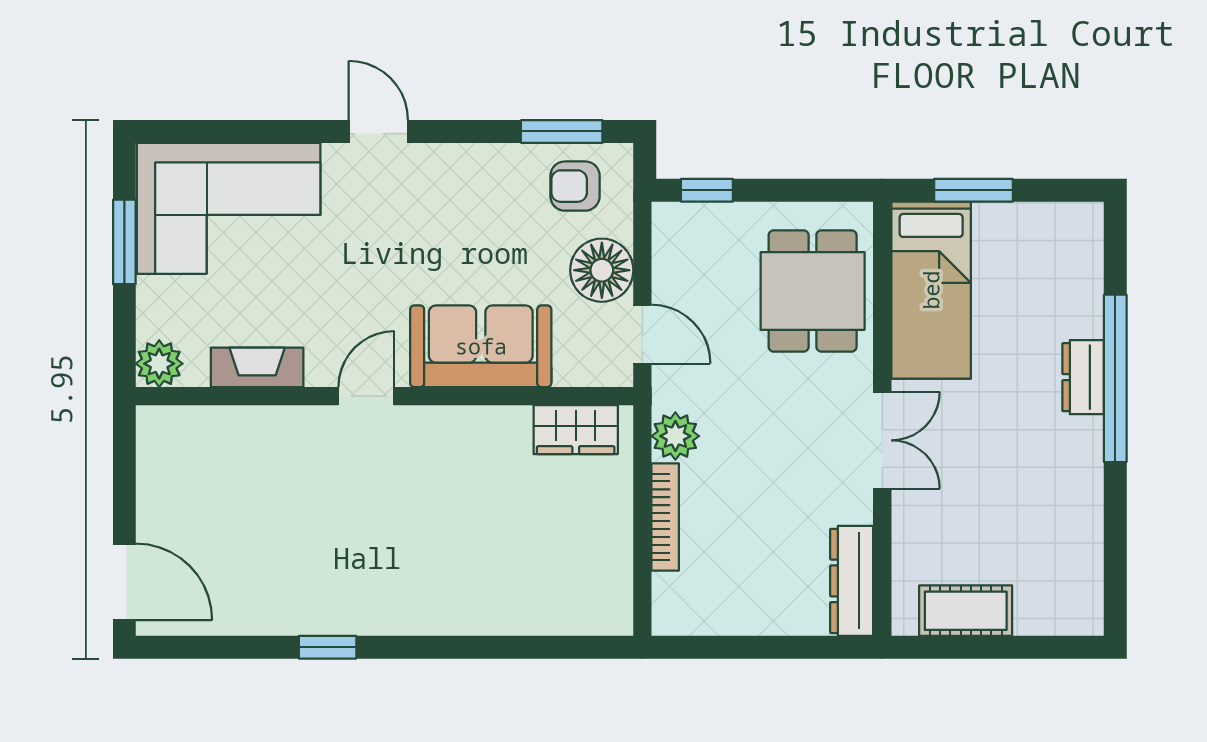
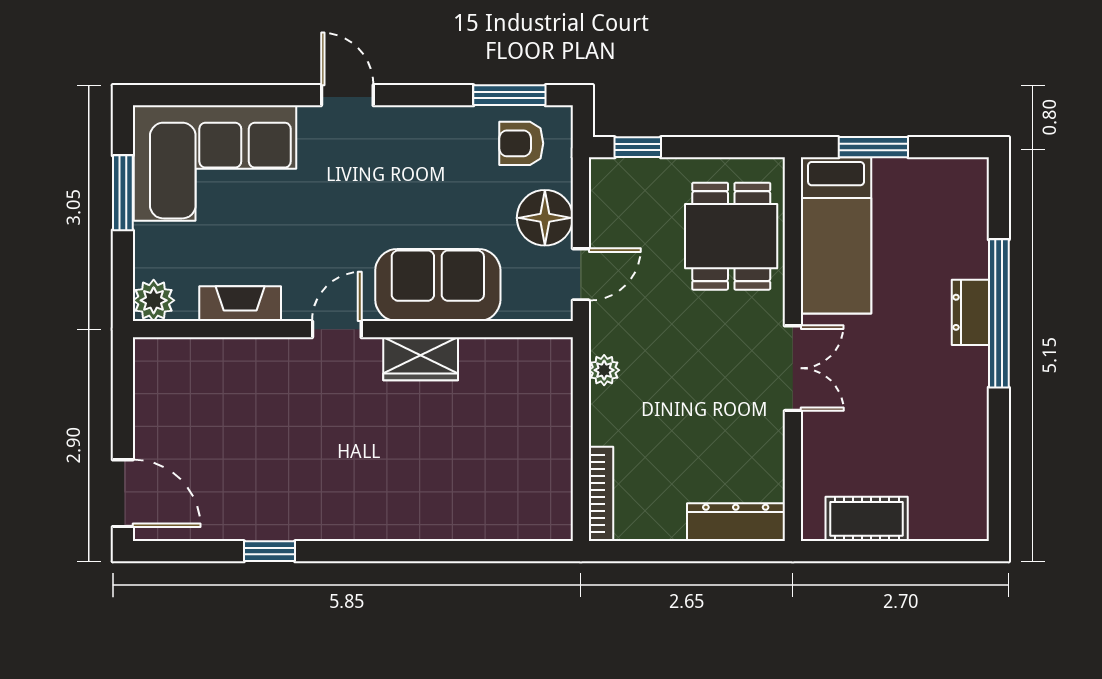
door: (642, 334) -> (581, 274), hinge flipped
wardrobe: (576, 430) -> (421, 359), moved
plant: (675, 436) -> (604, 370), width x0.73, depth x0.73
bookcase: (665, 517) -> (601, 494), moved
dresser: (852, 581) -> (736, 522), moved, turned 90
window: (328, 647) -> (269, 551), moved

